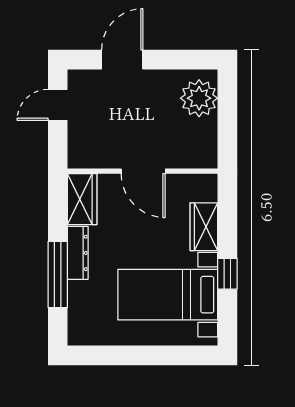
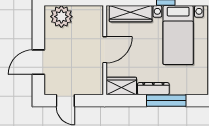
door: (122, 60) -> (38, 62), hinge flipped
wardrobe: (204, 227) -> (131, 14), width x1.50

